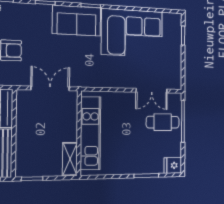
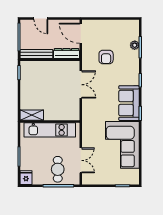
double door: (152, 91) -> (81, 160), swing flipped
wall: (79, 133) -> (50, 122), moved
kitchen unit: (90, 133) -> (50, 130), moved
shelving: (70, 159) -> (32, 115), moved

